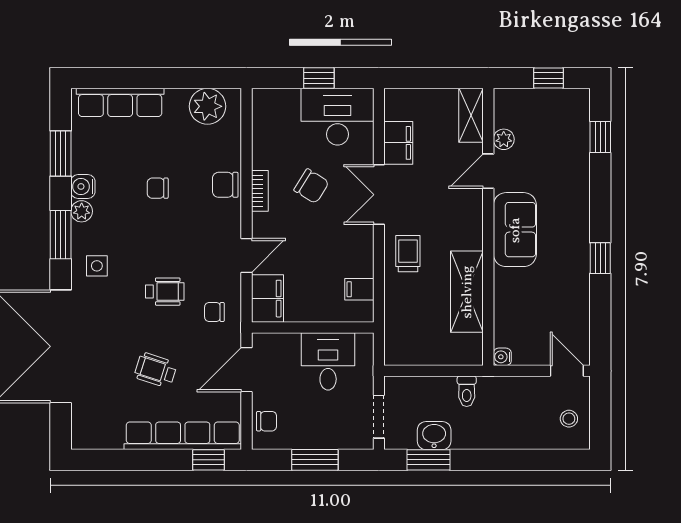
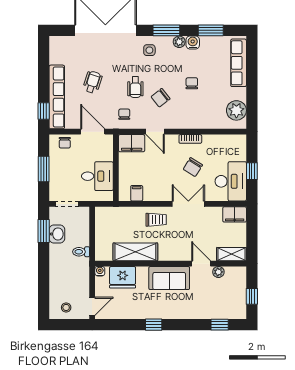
filing cabinet: (398, 143) -> (235, 214), moved
chair: (225, 185) -> (161, 98), moved, turned -128
fridge: (513, 315) -> (123, 277), added

